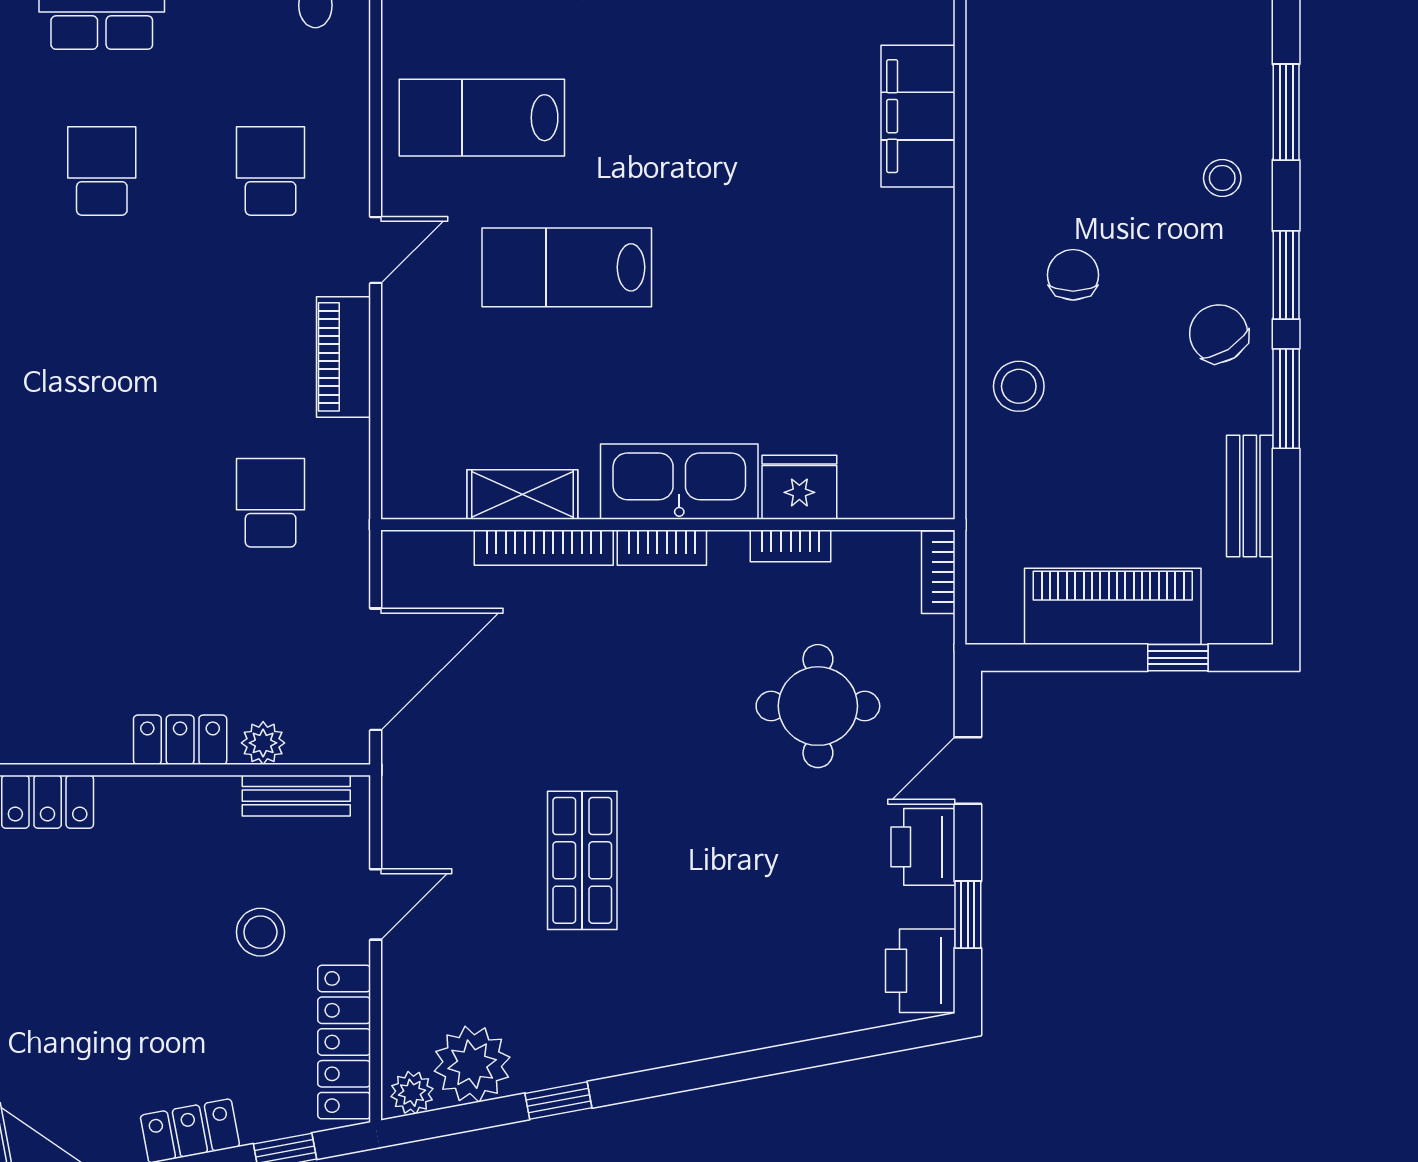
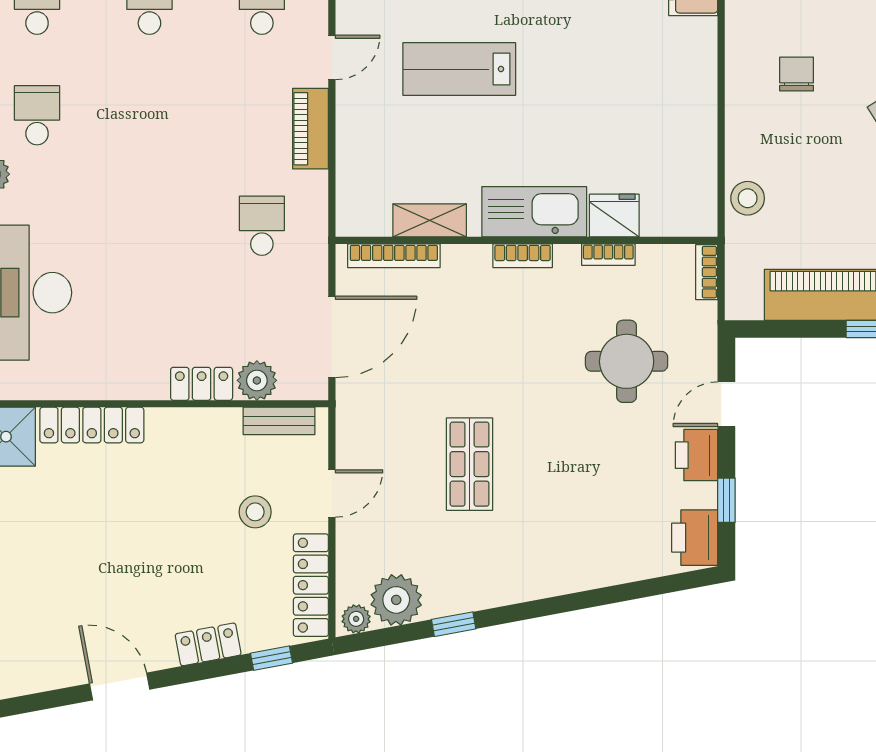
stool: (1019, 386) -> (748, 198), moved
bookcase: (544, 548) -> (394, 256), moved
plant: (263, 743) -> (257, 380), width x1.38, depth x1.38

